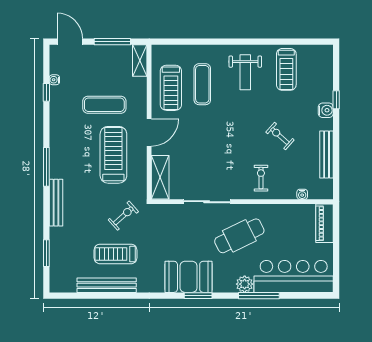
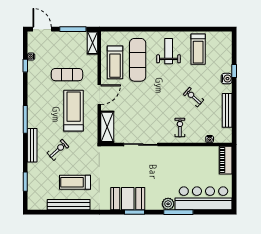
weight bench: (245, 72) -> (169, 51), turned 180
exercise mat: (202, 84) -> (138, 60), width x1.36, depth x1.45
exercise bike: (123, 216) -> (58, 150), moved
cafe table: (239, 236) -> (164, 169), removed

